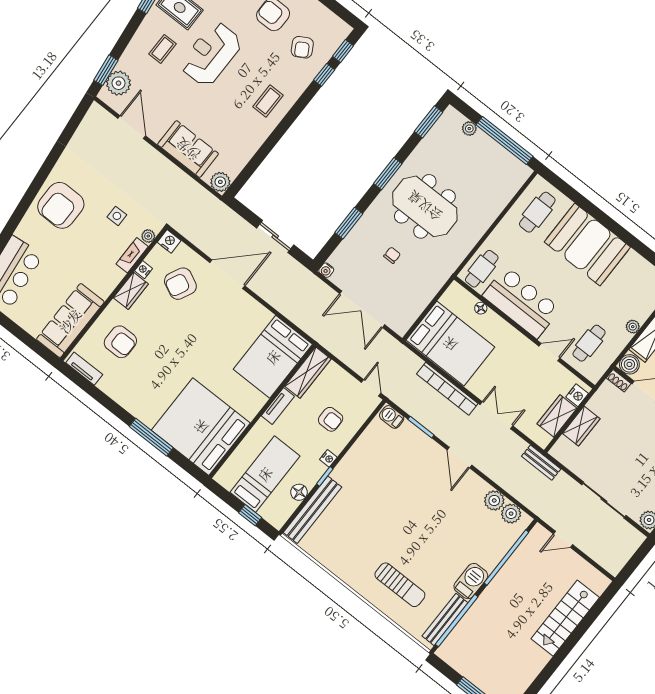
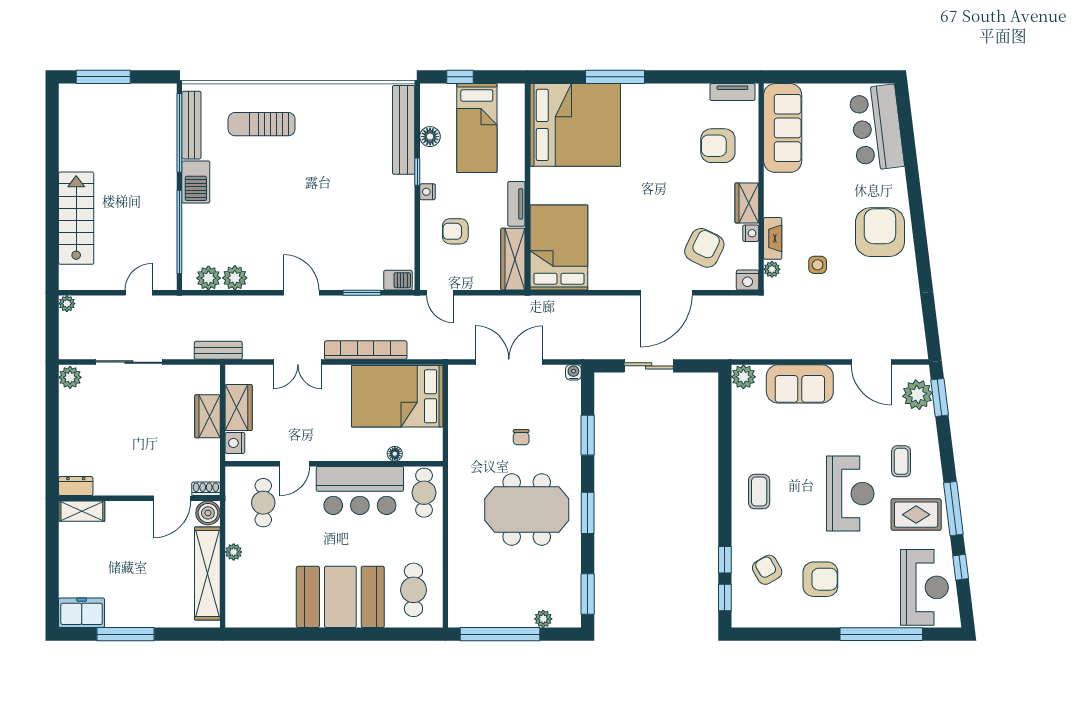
plant: (614, 568) -> (67, 304), added

